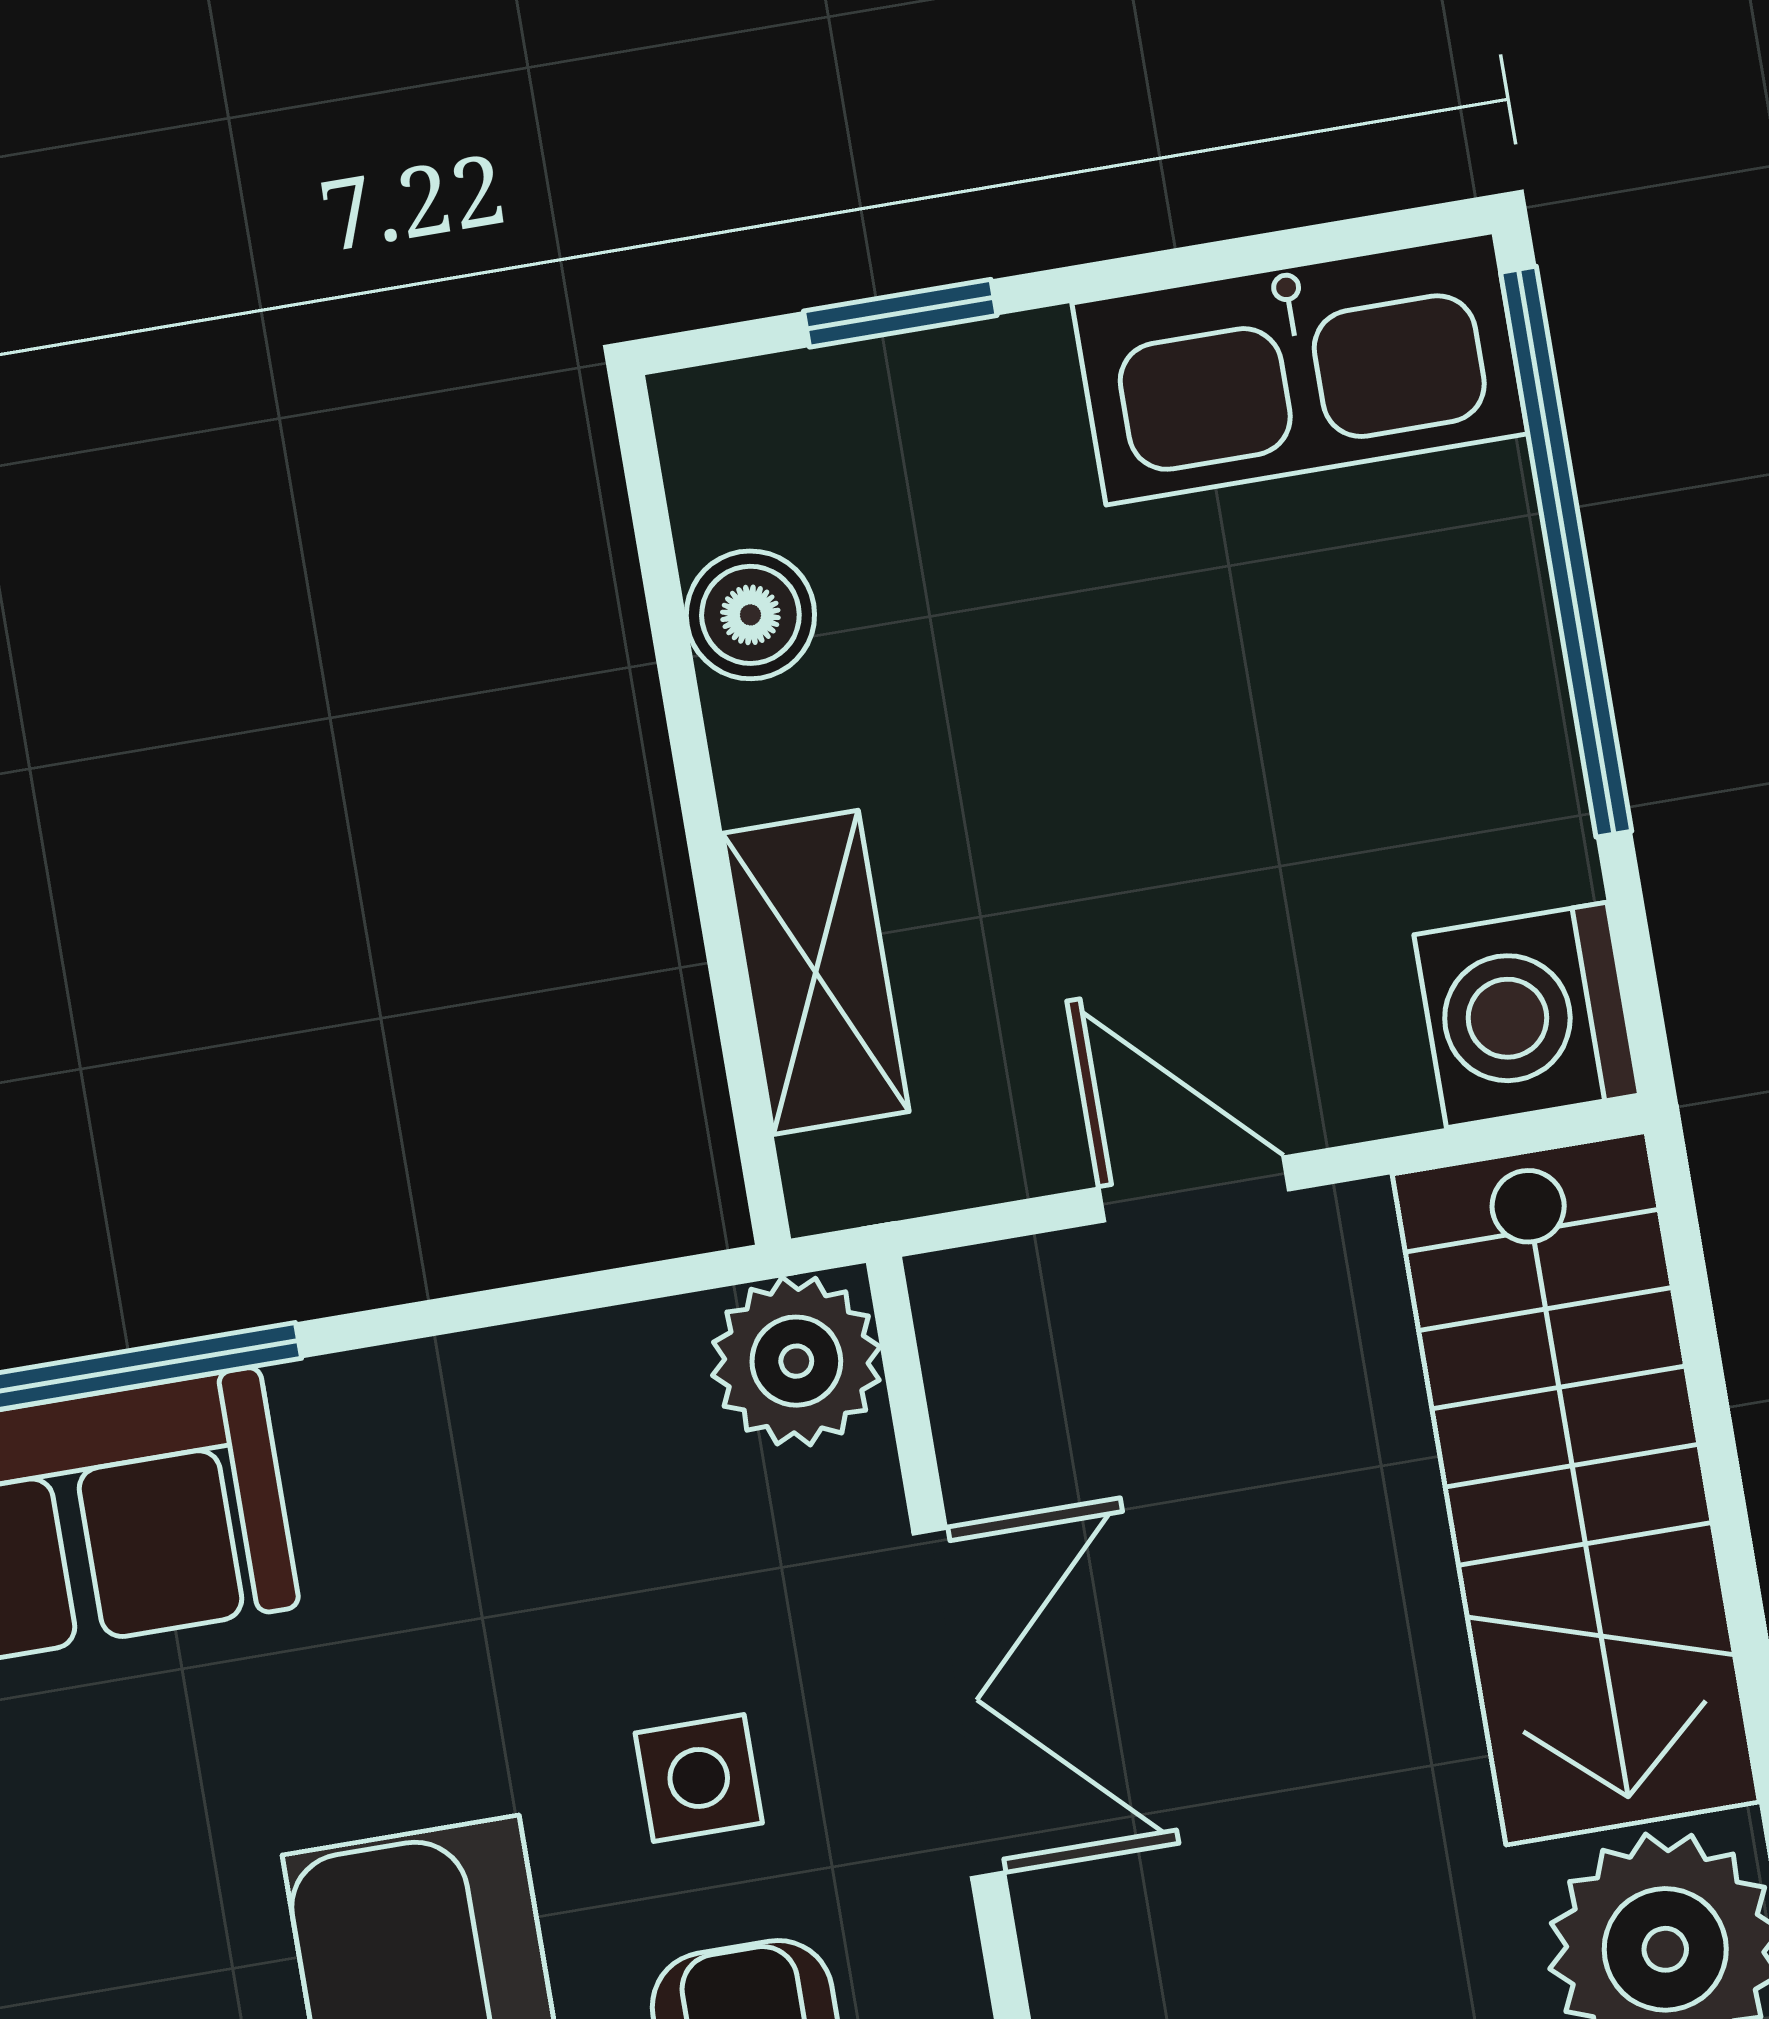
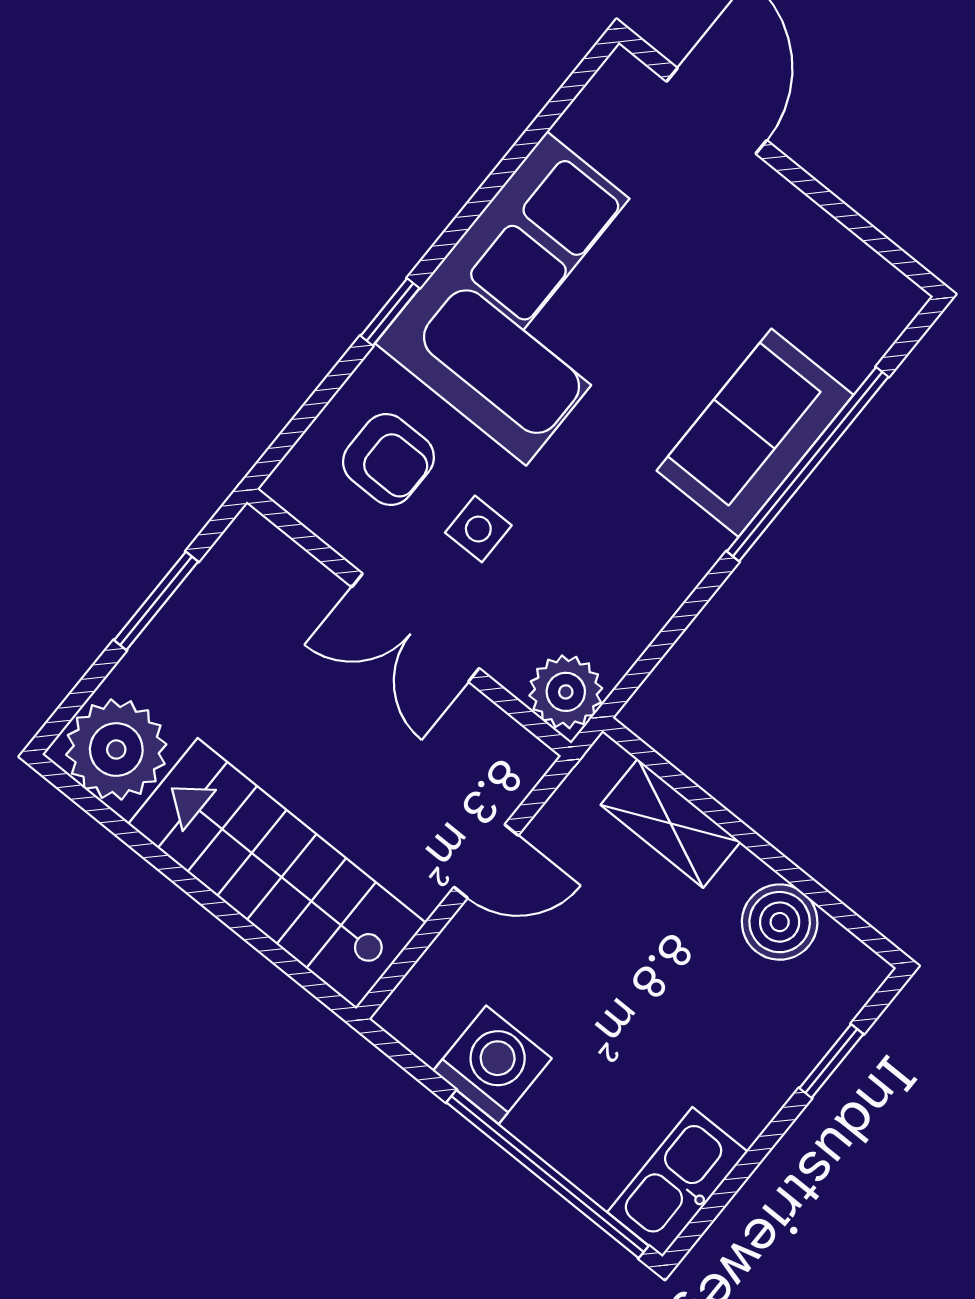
kitchen sink: (1300, 368) -> (677, 1182), width x0.73, depth x0.81
boiler: (750, 615) -> (780, 922), width x1.36, depth x1.36
washing machine: (1527, 1015) -> (492, 1065), moved

